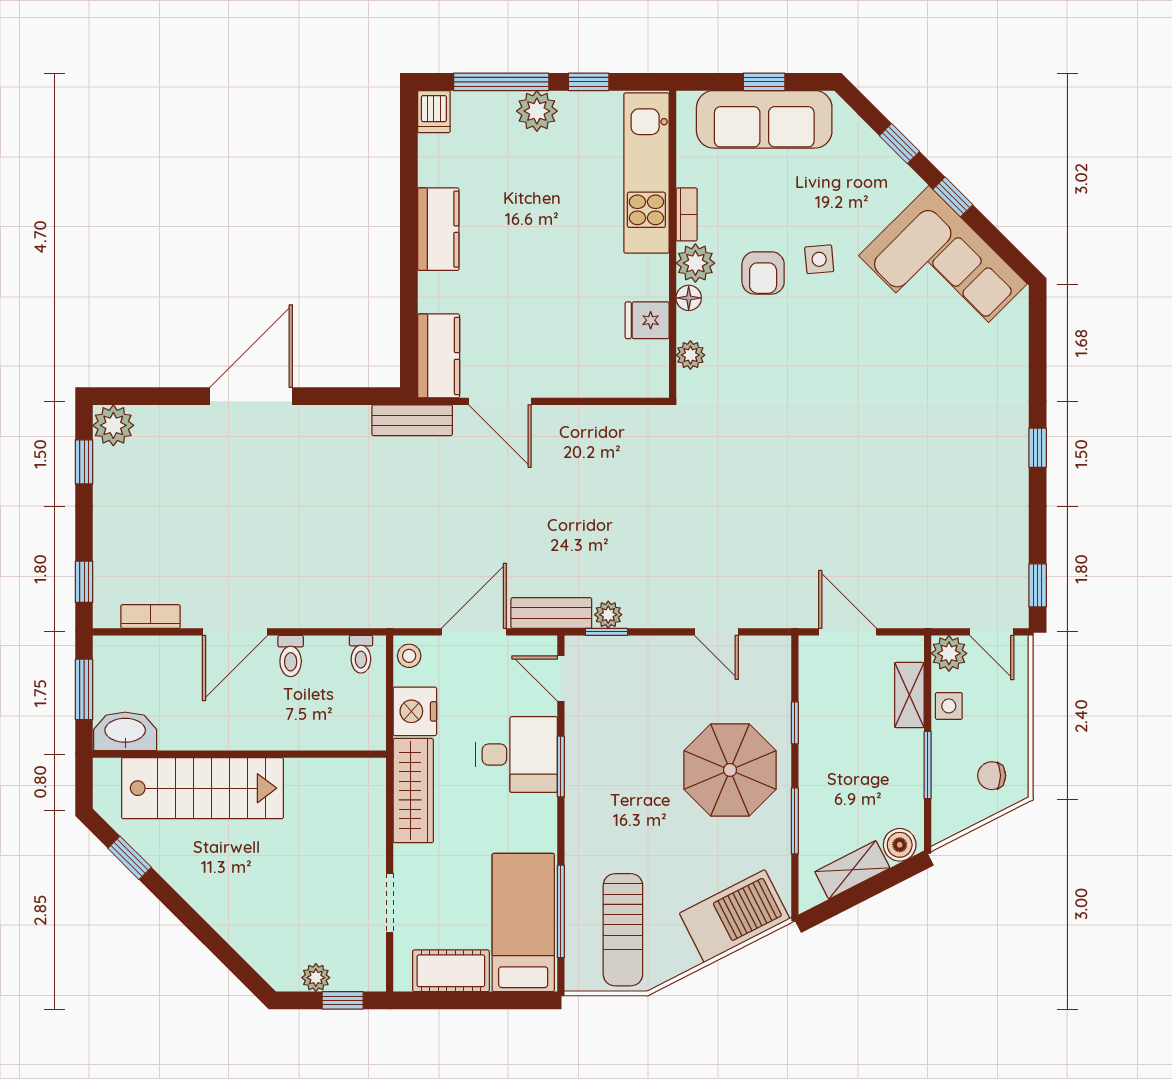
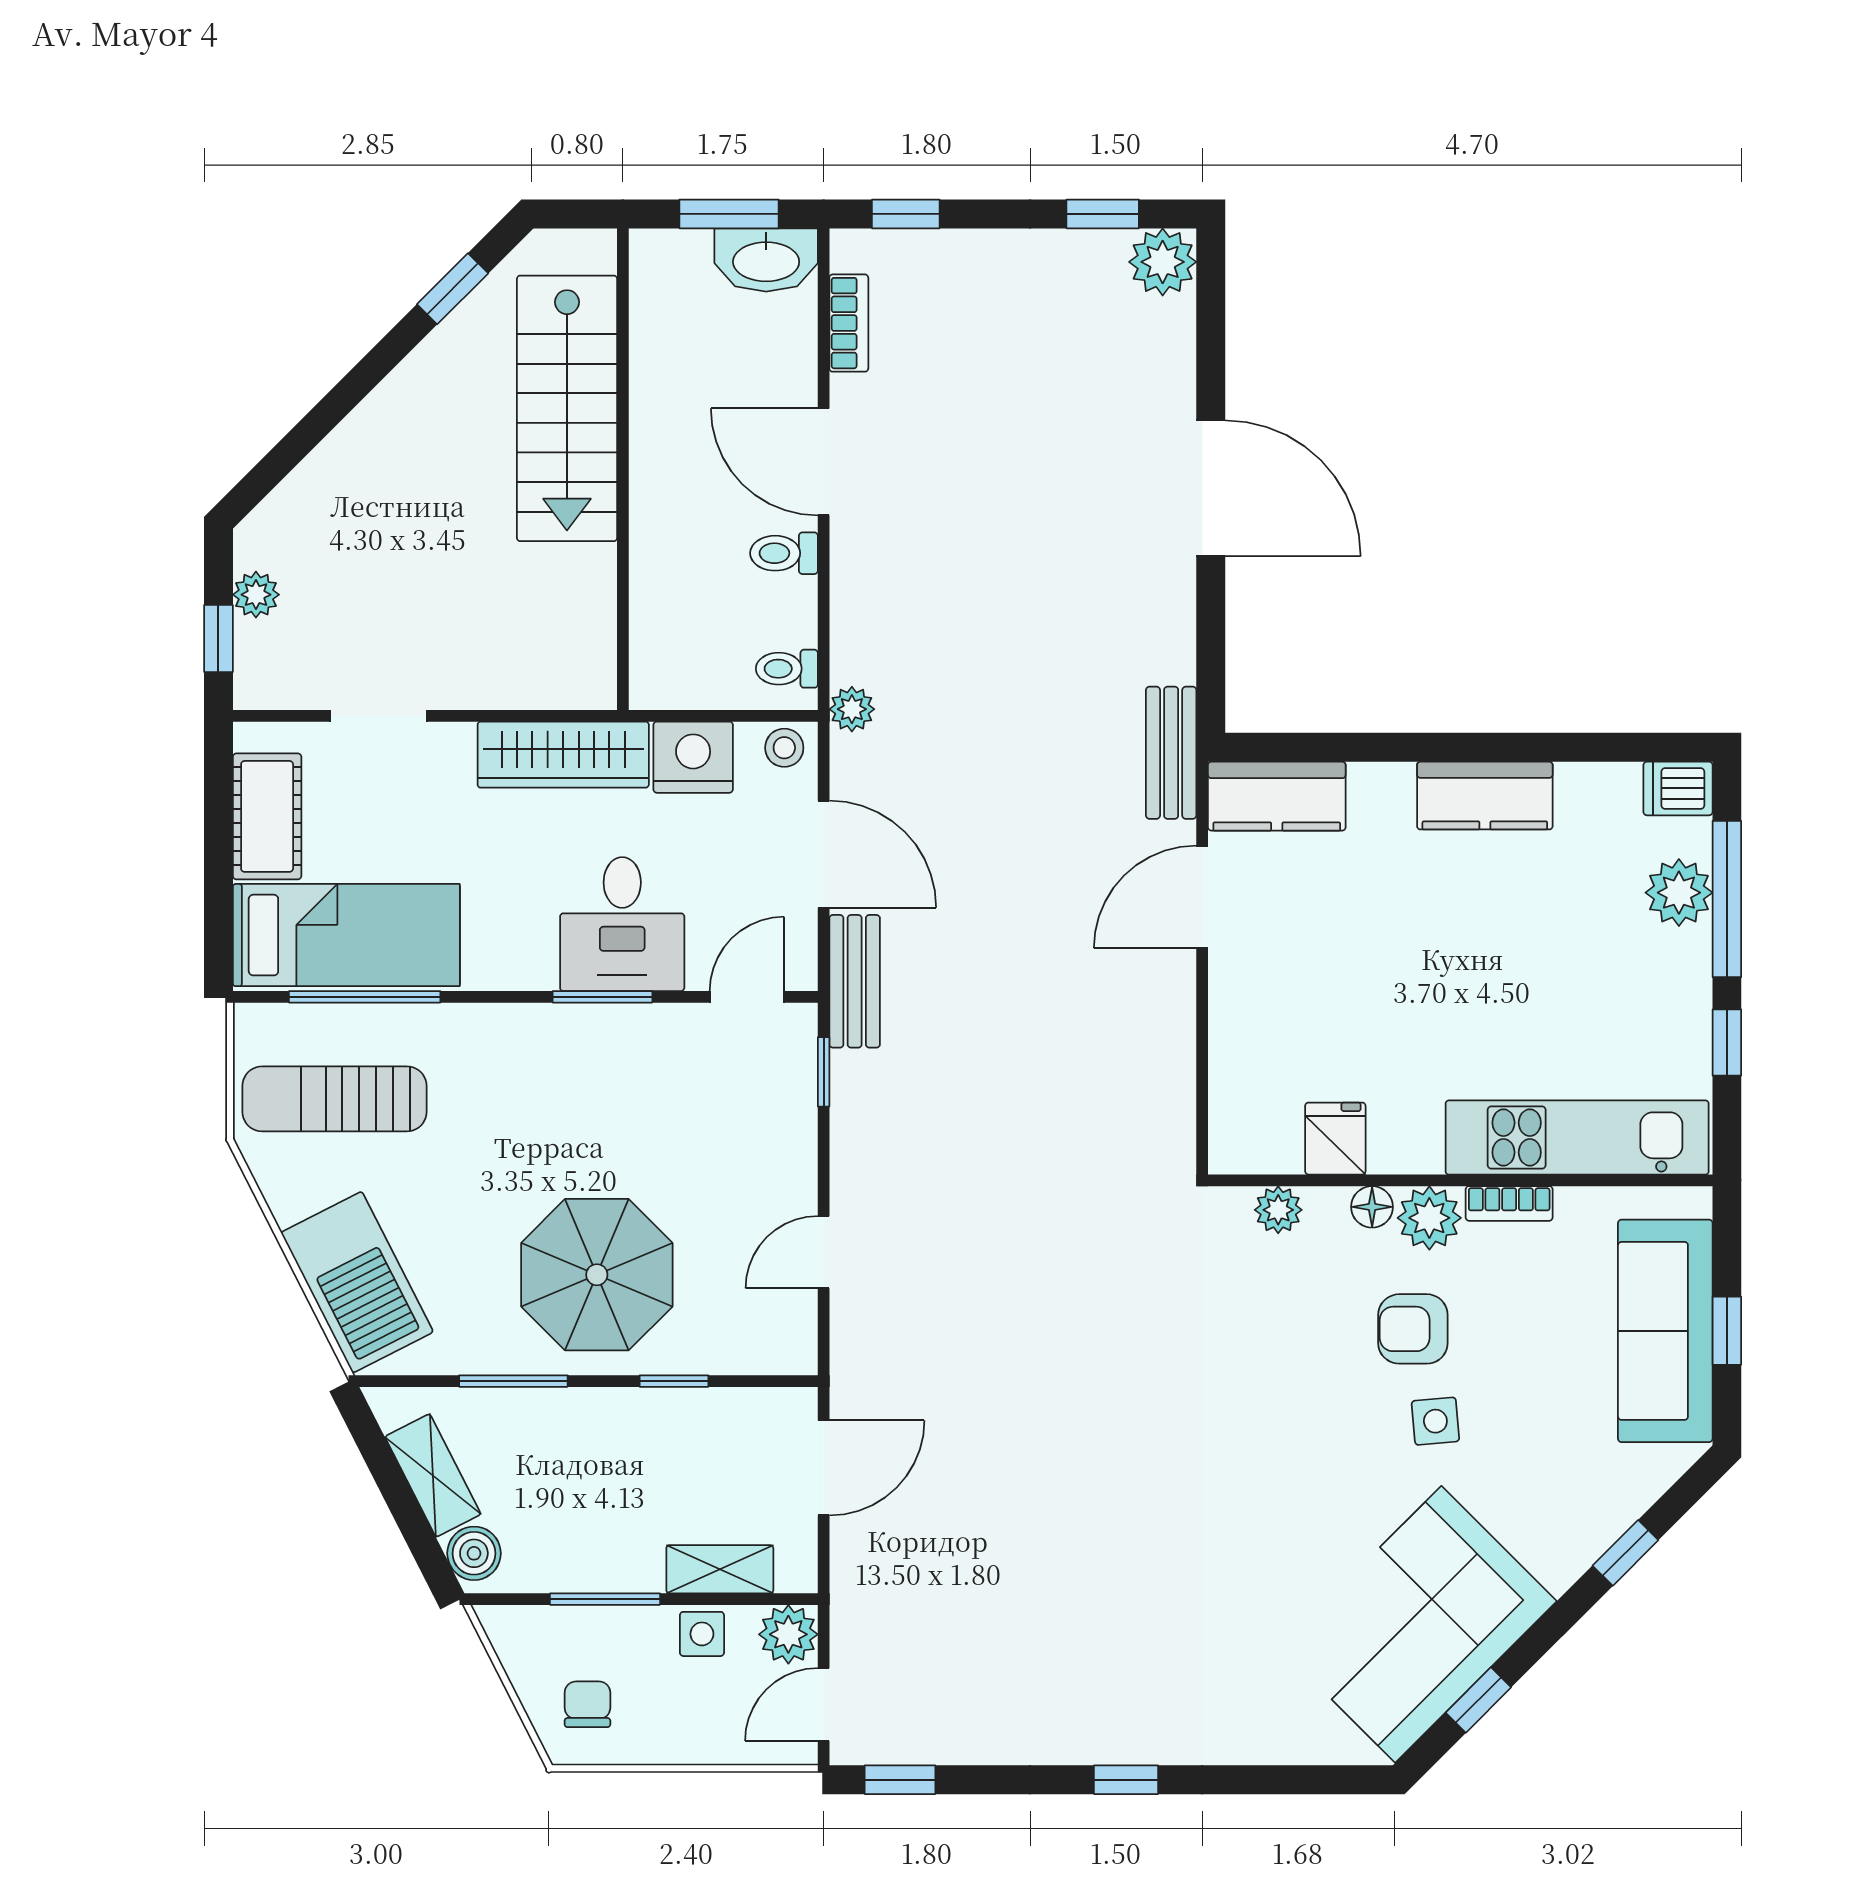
plant: (537, 111) -> (1679, 893), moved
window: (953, 197) -> (1478, 1700), moved
plant: (608, 615) -> (852, 709), moved
washbasin: (125, 731) -> (766, 260), moved, turned 90

